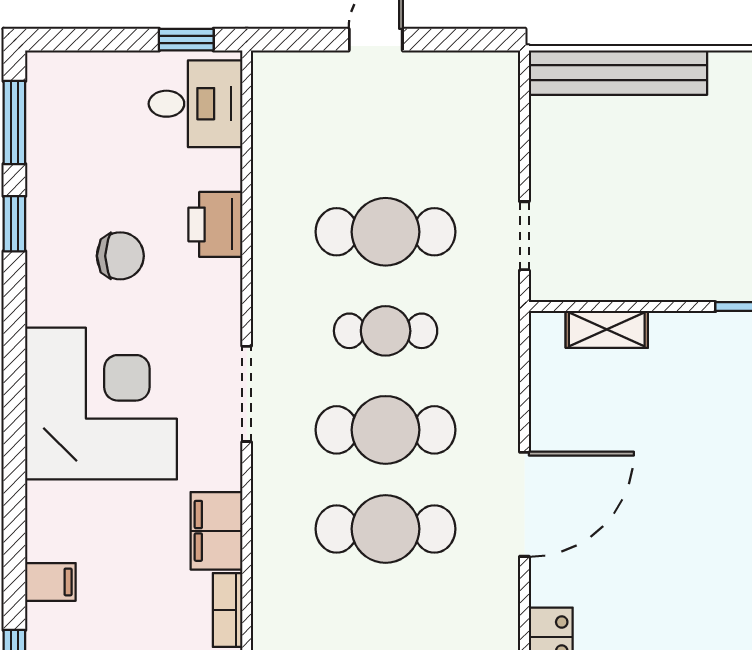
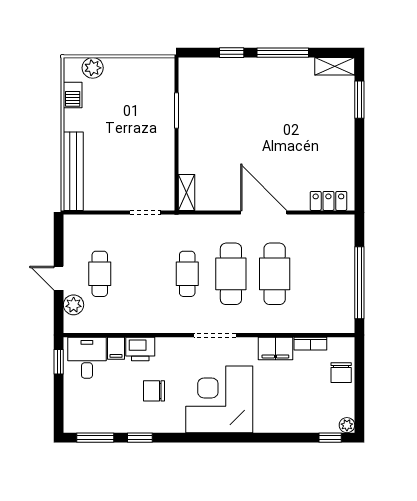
plant: (315, 73) -> (74, 305), added
cafe table: (386, 232) -> (100, 274), moved, width x0.73, depth x0.74
chair: (120, 256) -> (154, 391), turned -90
shelving: (607, 329) -> (187, 192), moved
filing cabinet: (50, 582) -> (116, 348), moved, turned 180

